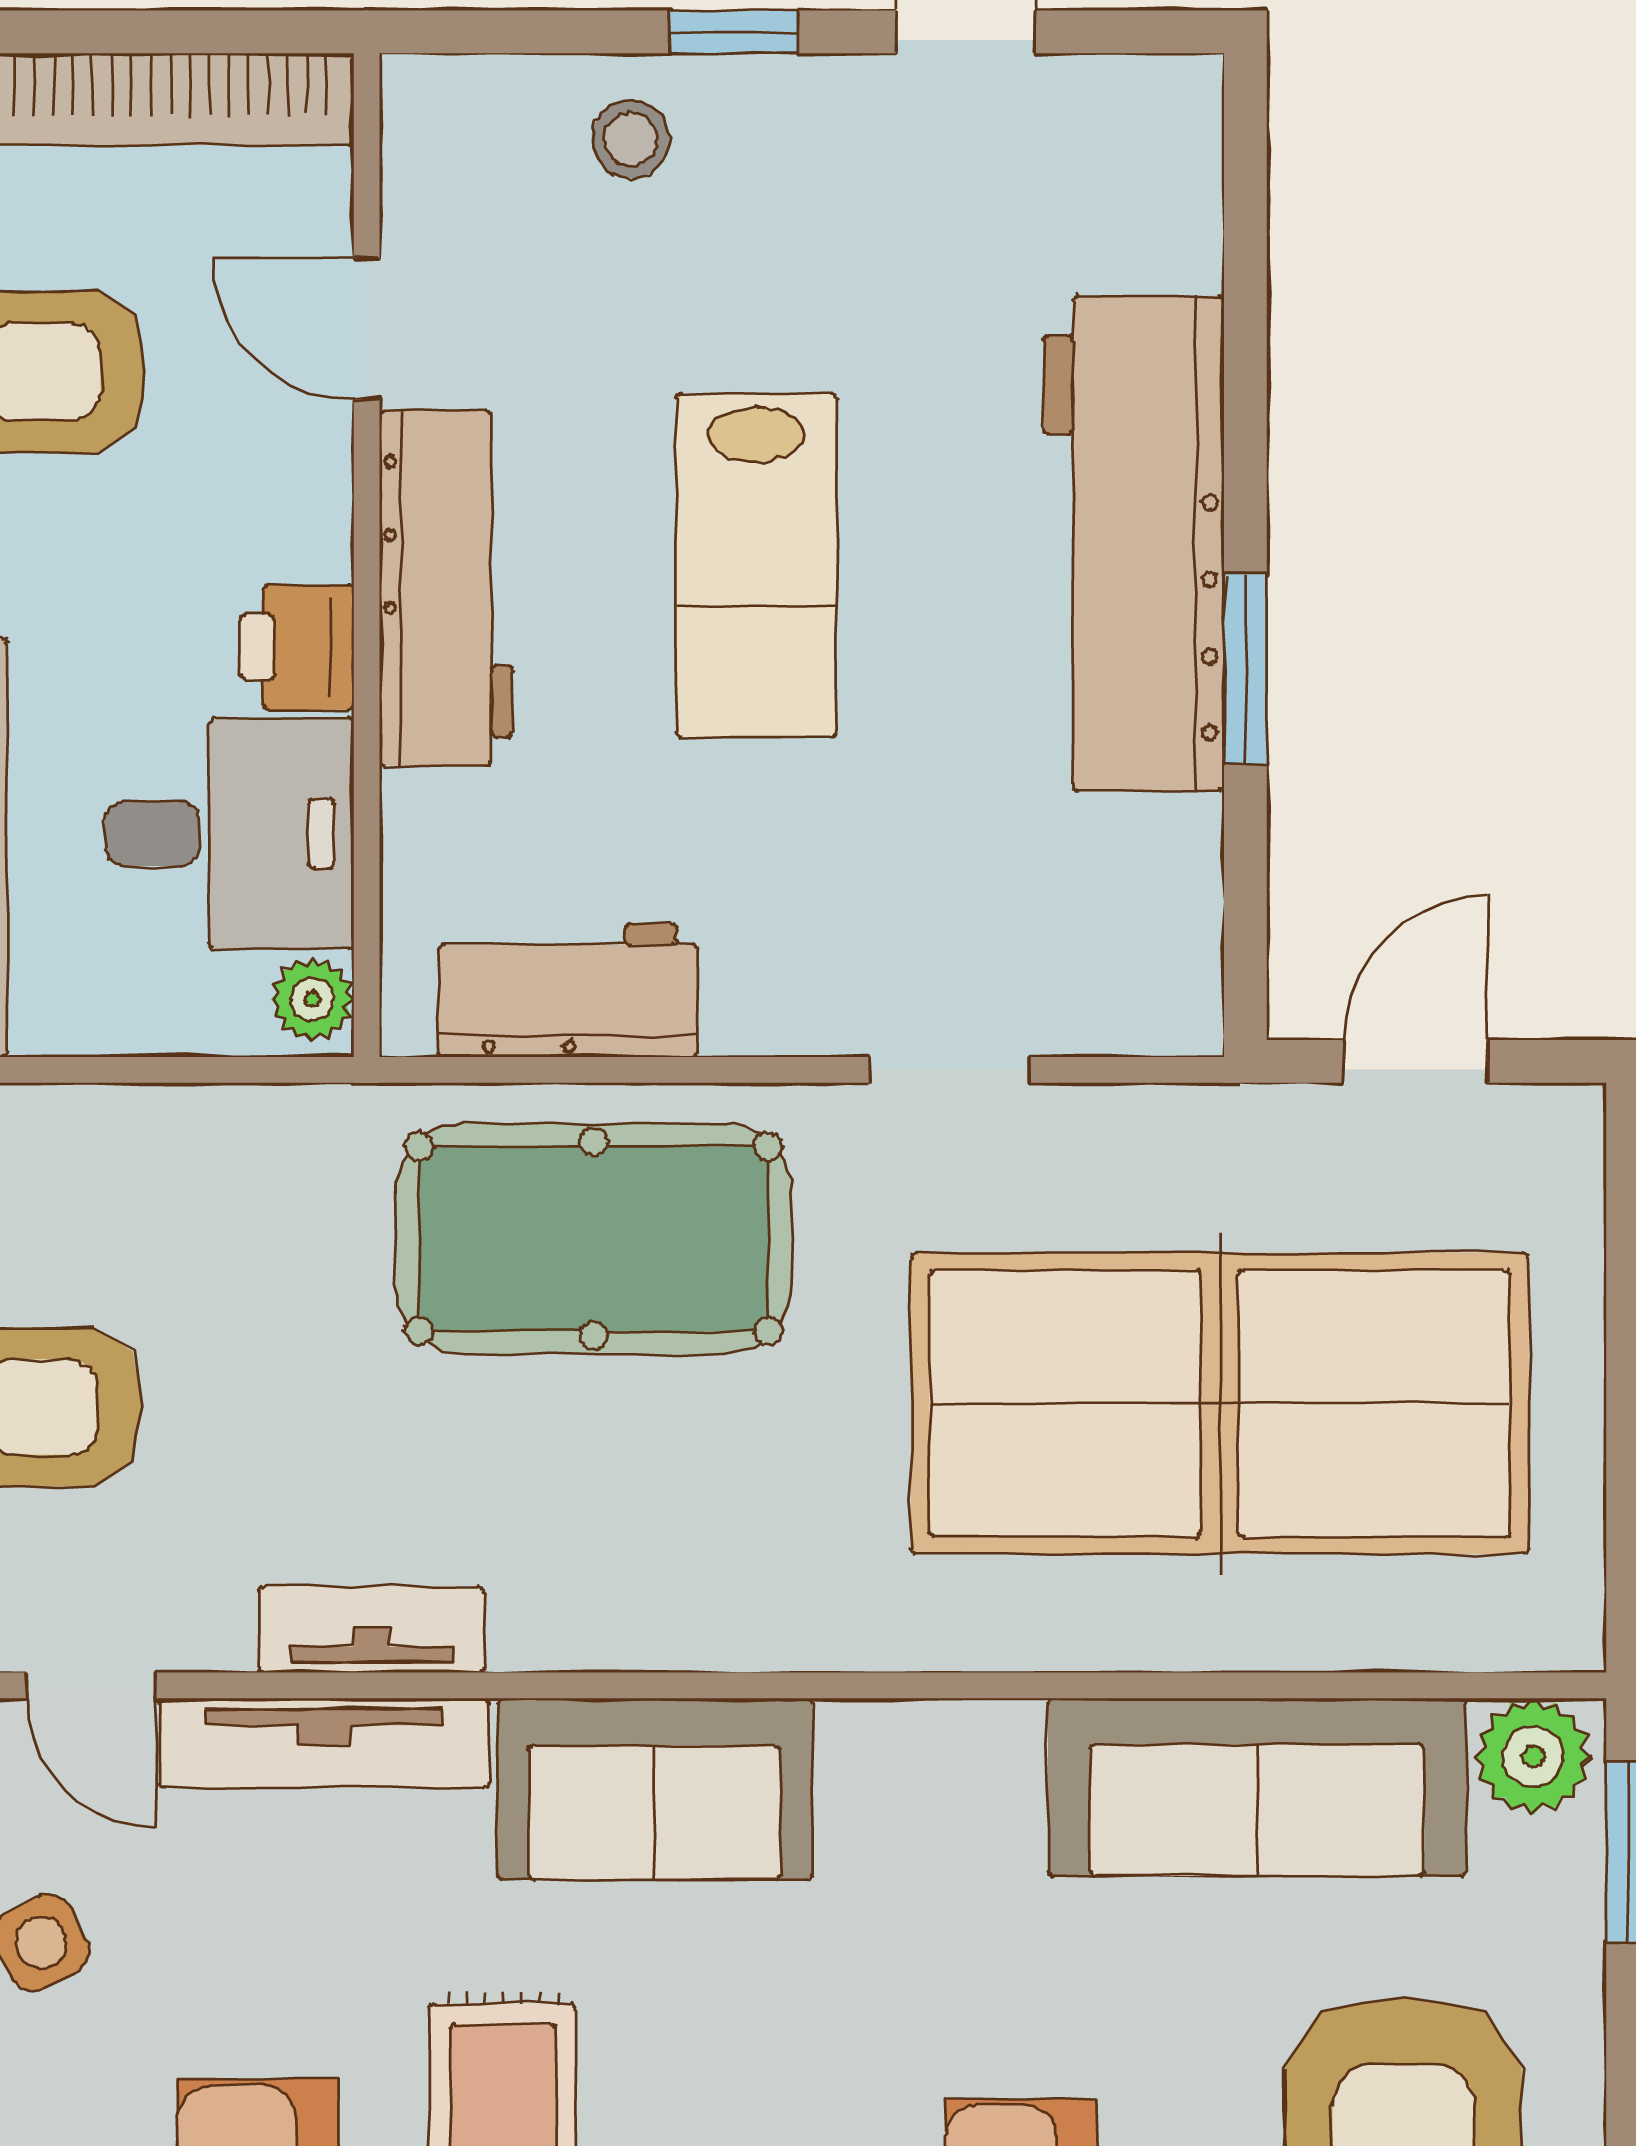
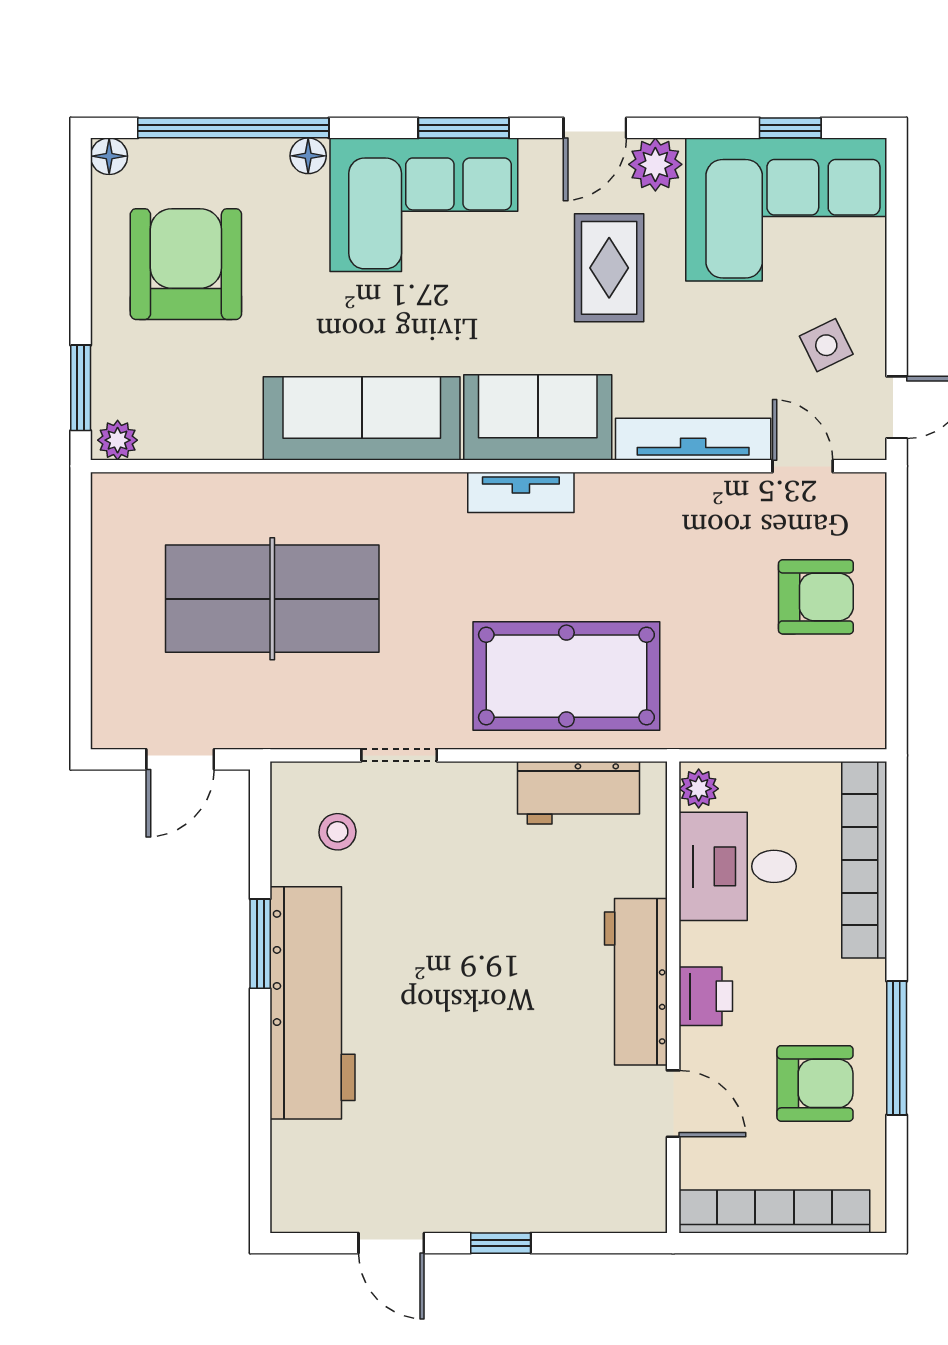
stool: (631, 139) -> (337, 832), moved
lab bench: (756, 565) -> (490, 993), removed
printer: (297, 647) -> (706, 996), moved
table tennis table: (1220, 1403) -> (272, 599), width x0.73, depth x0.76
tv unit: (371, 1630) -> (521, 492), moved
plant: (1533, 1757) -> (118, 440), width x0.73, depth x0.73
sofa: (1257, 1787) -> (362, 418), moved

